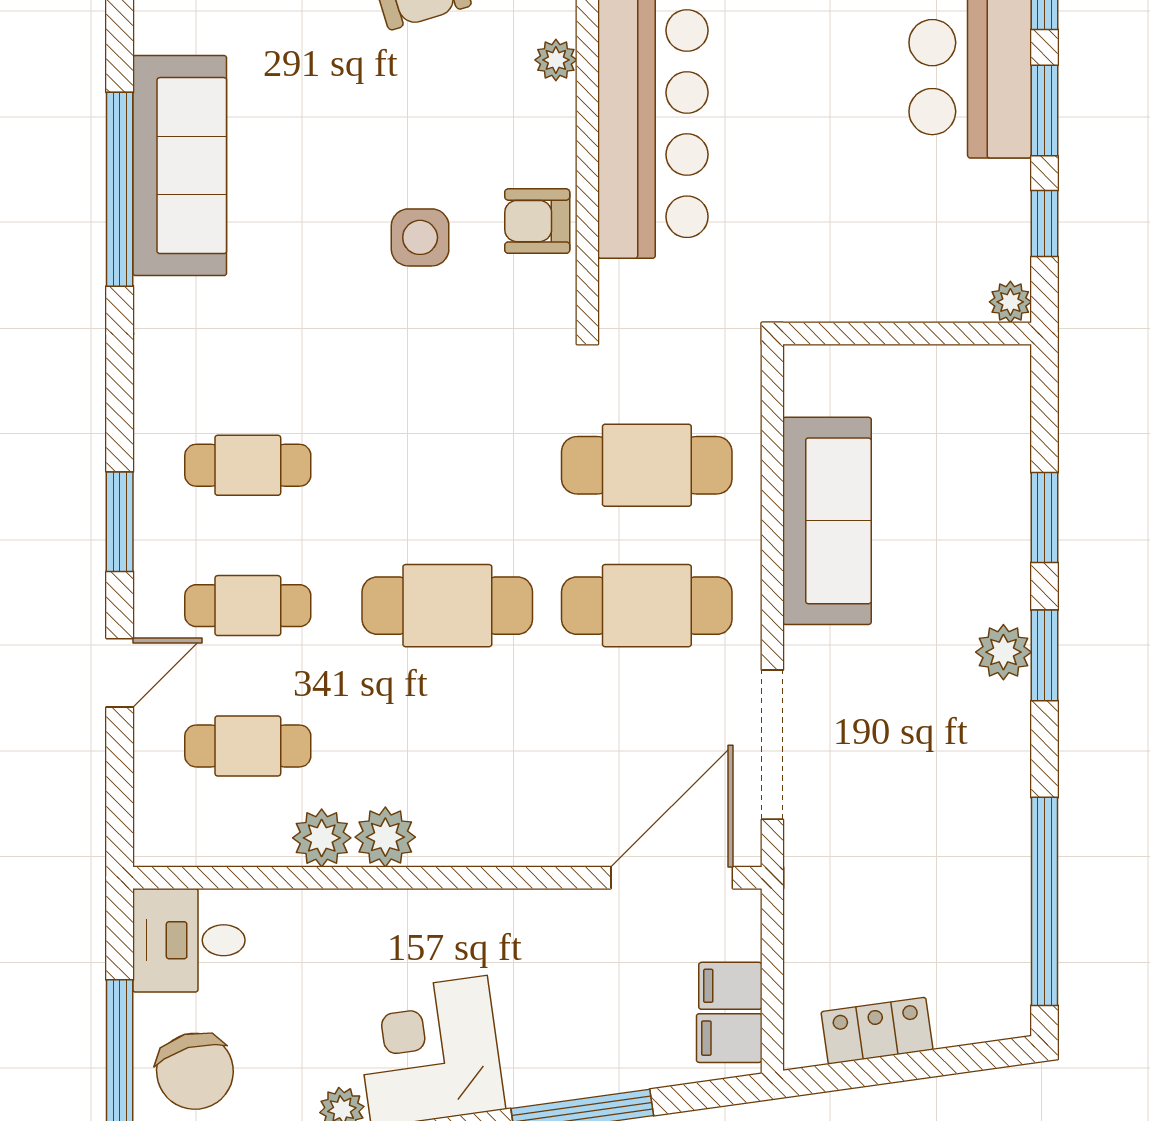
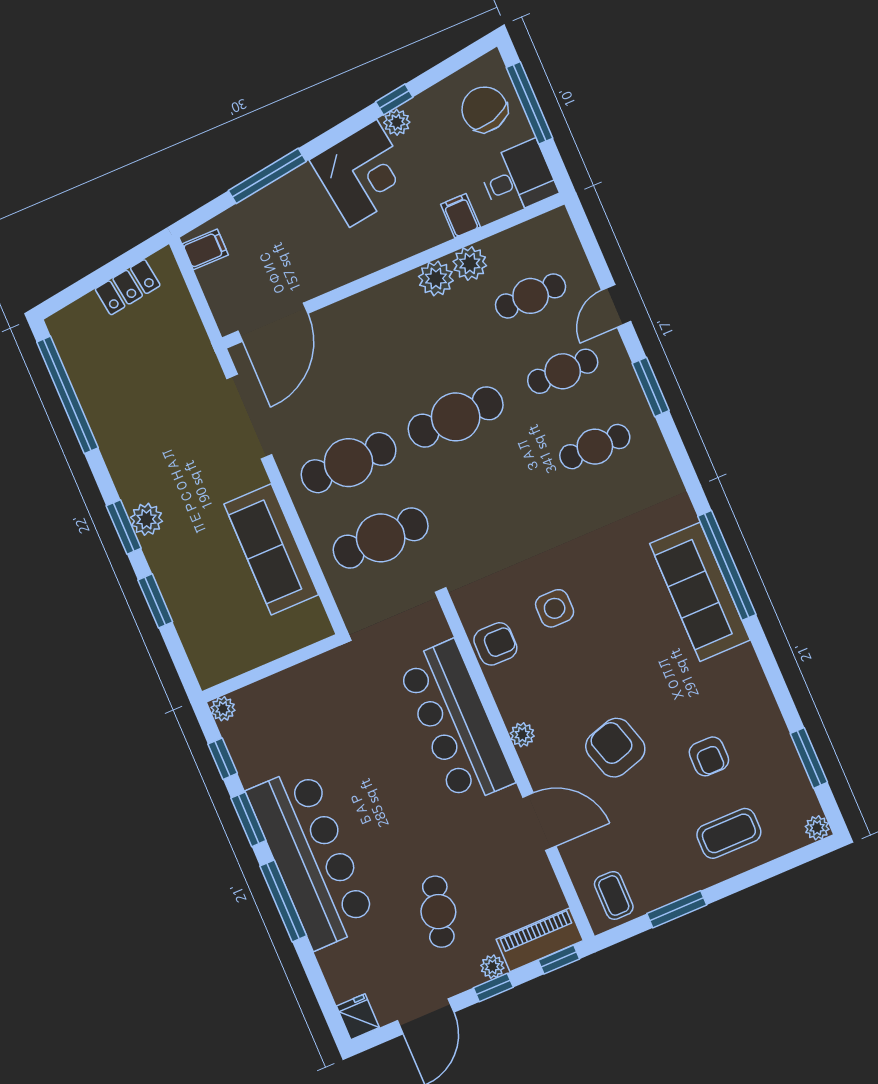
filing cabinet: (730, 986) -> (460, 216), moved, turned -90

